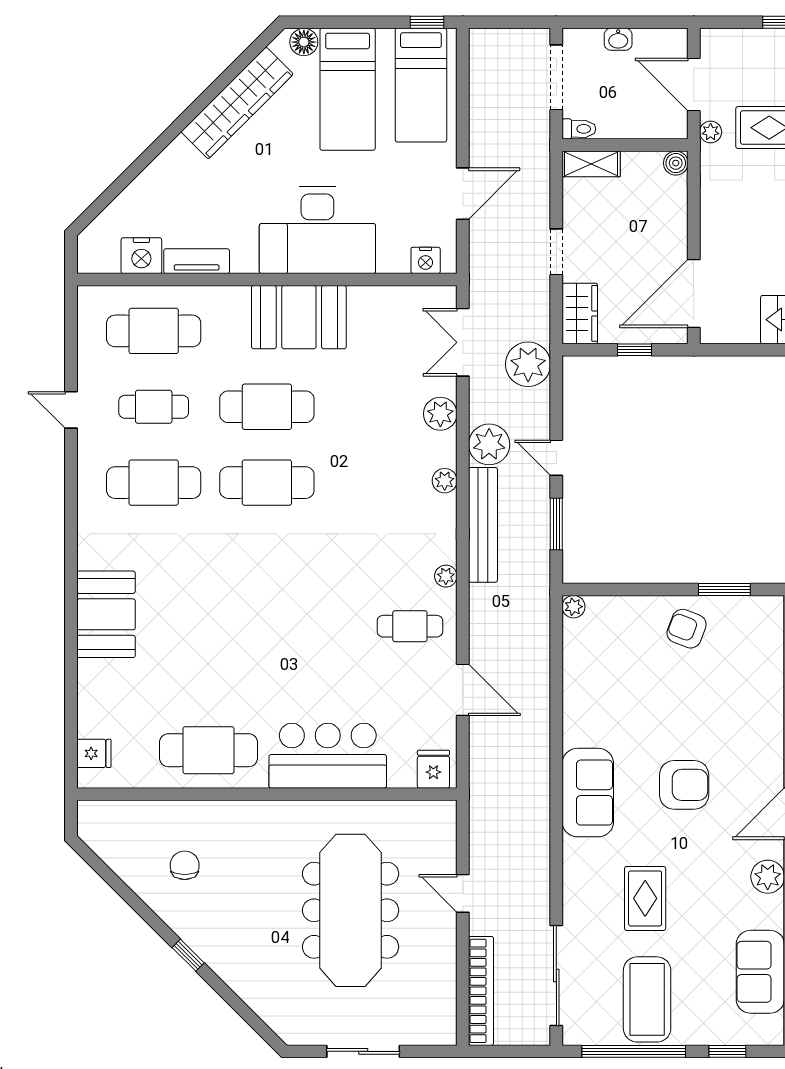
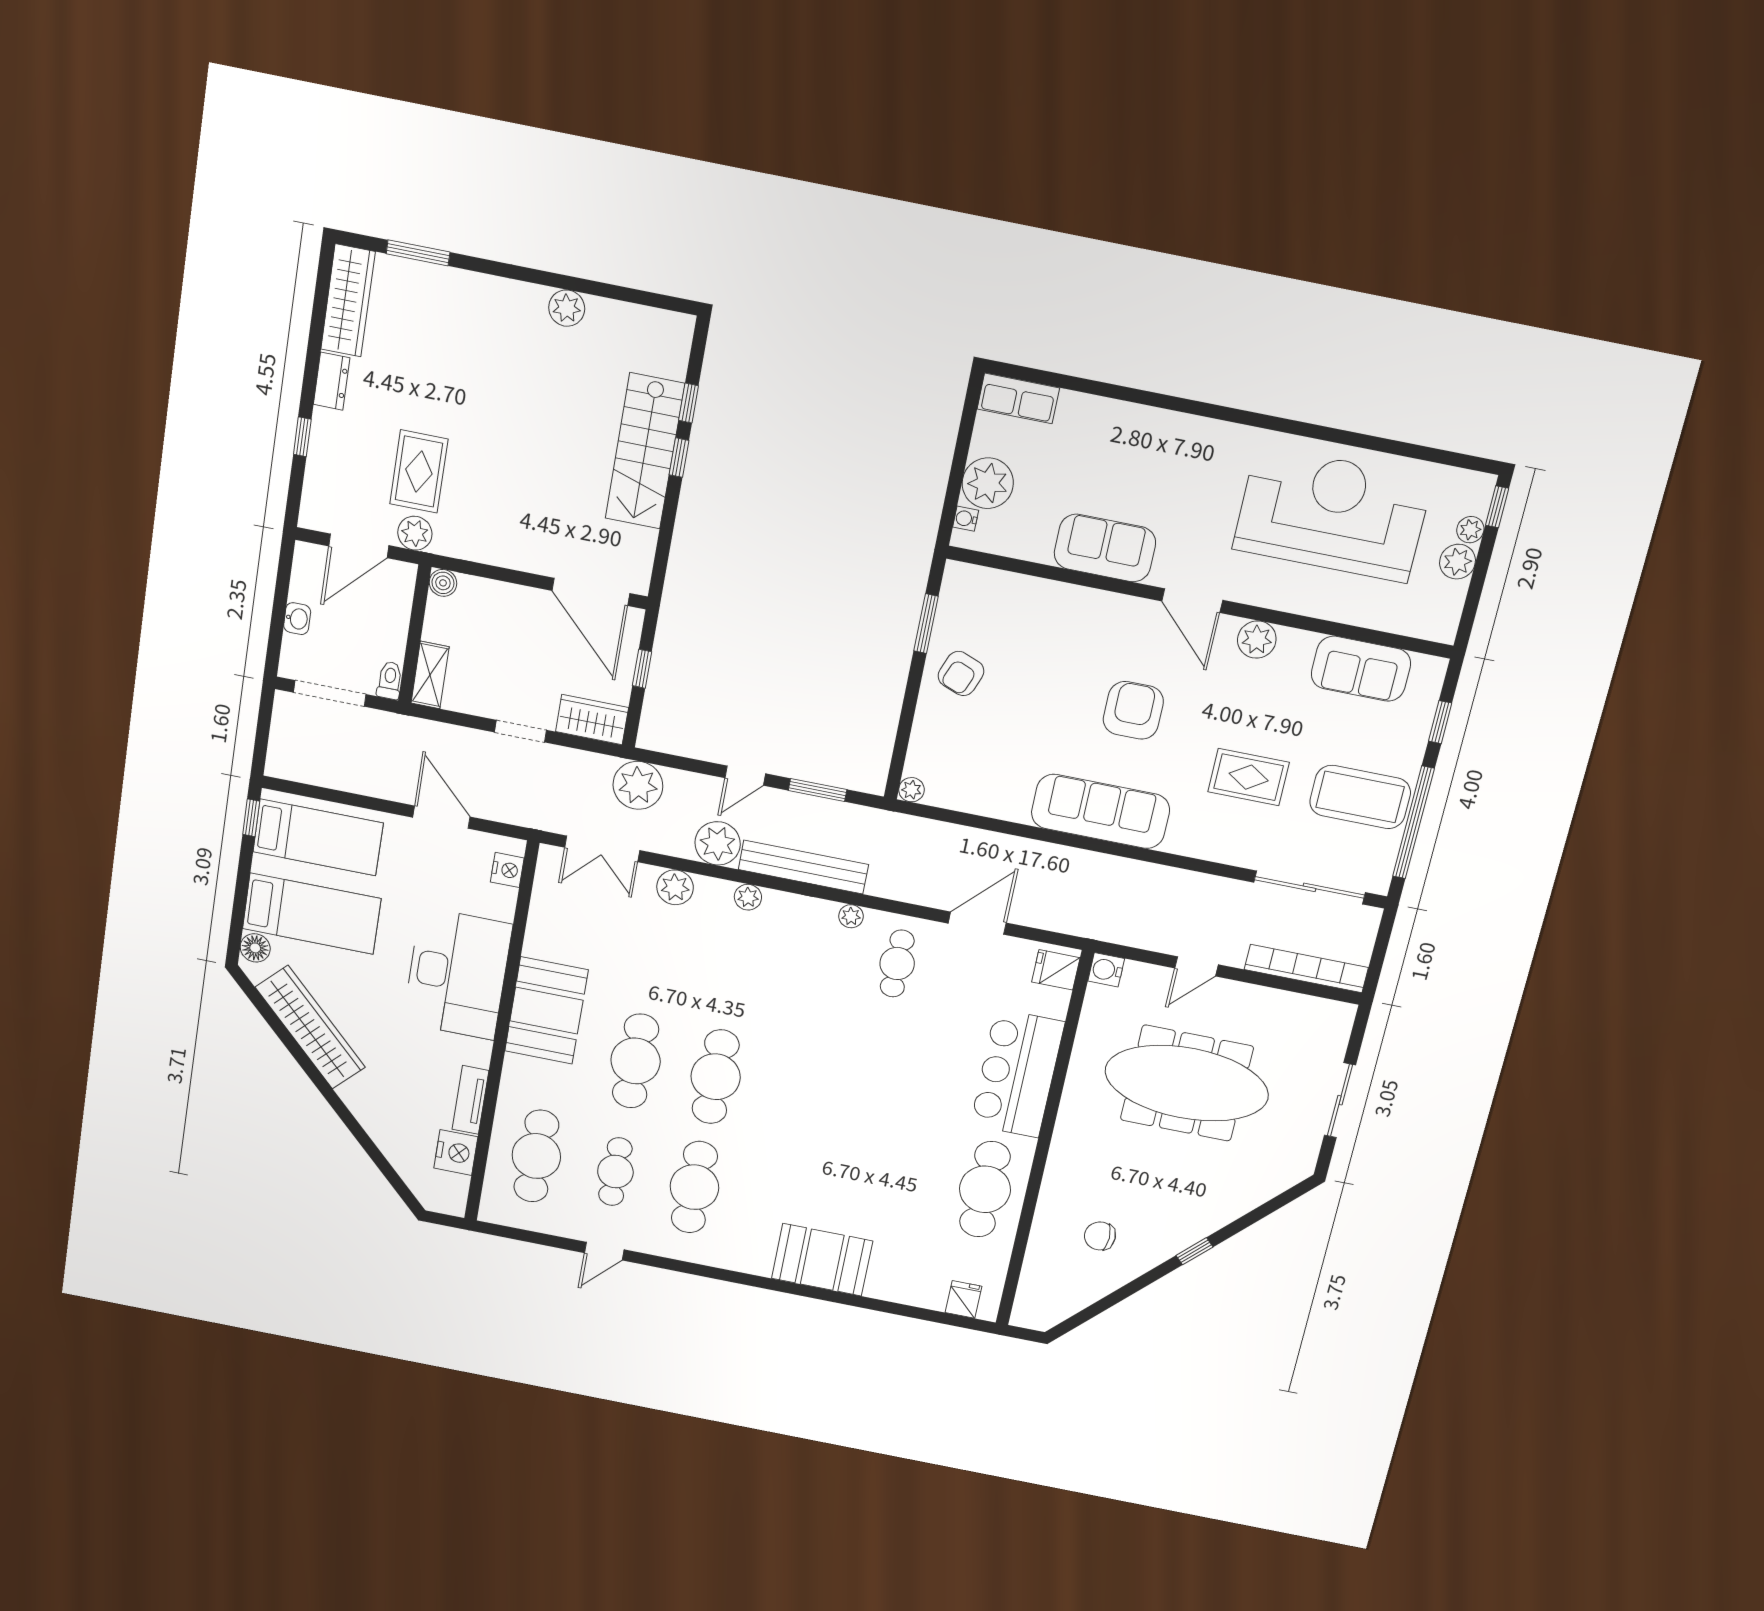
plant: (711, 132) -> (415, 533), width x1.38, depth x1.38
sofa: (588, 793) -> (1101, 811), width x1.36
water cooler: (443, 814) -> (1106, 970), added

